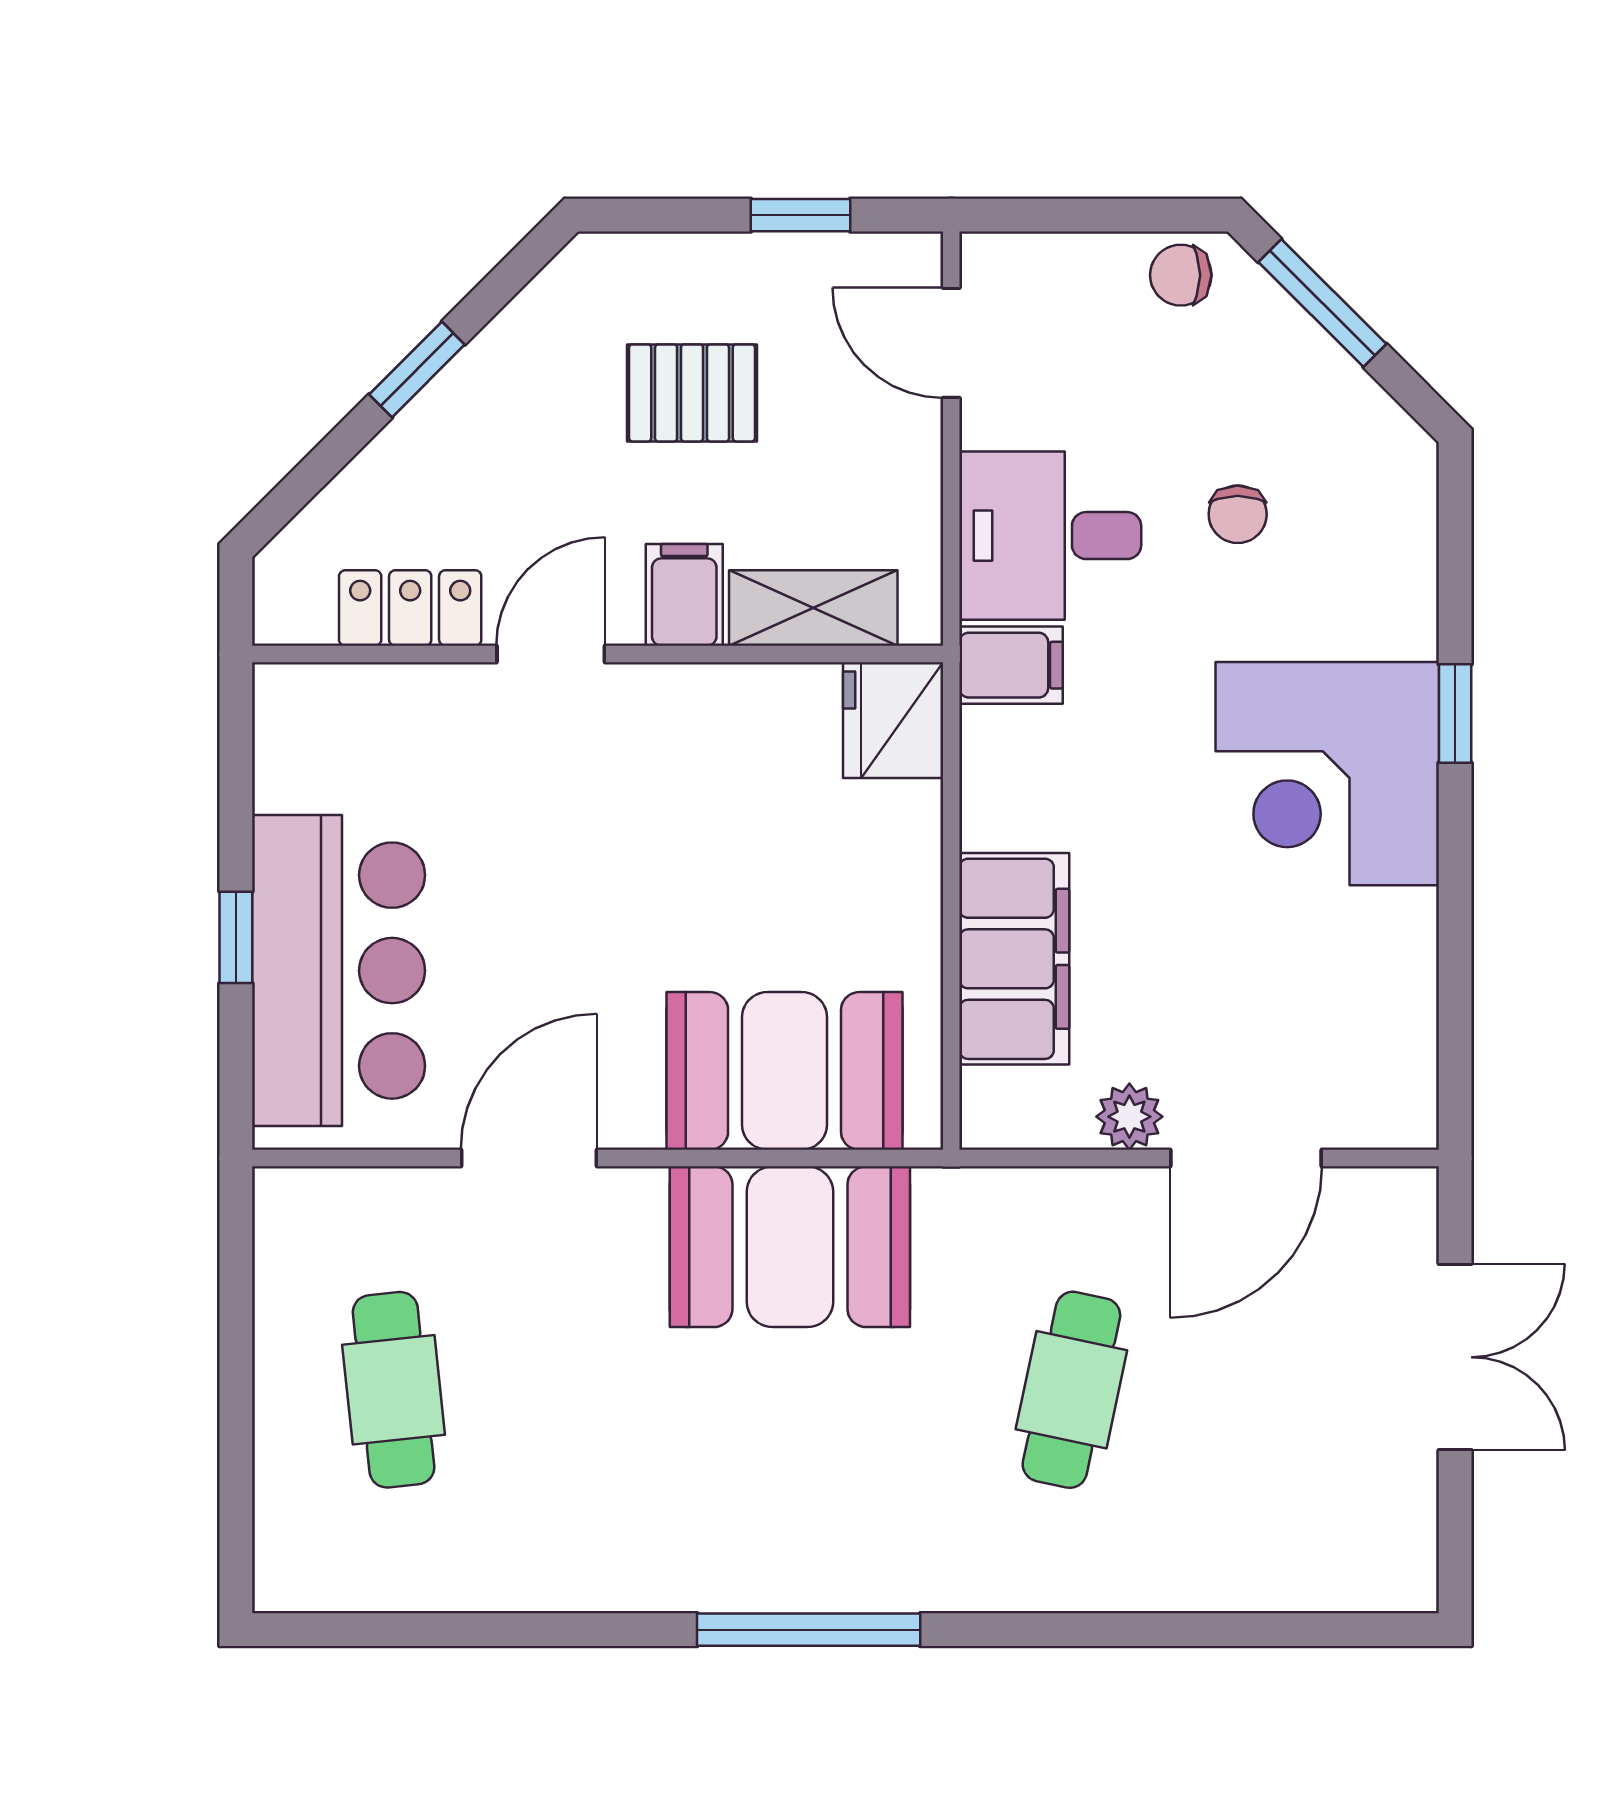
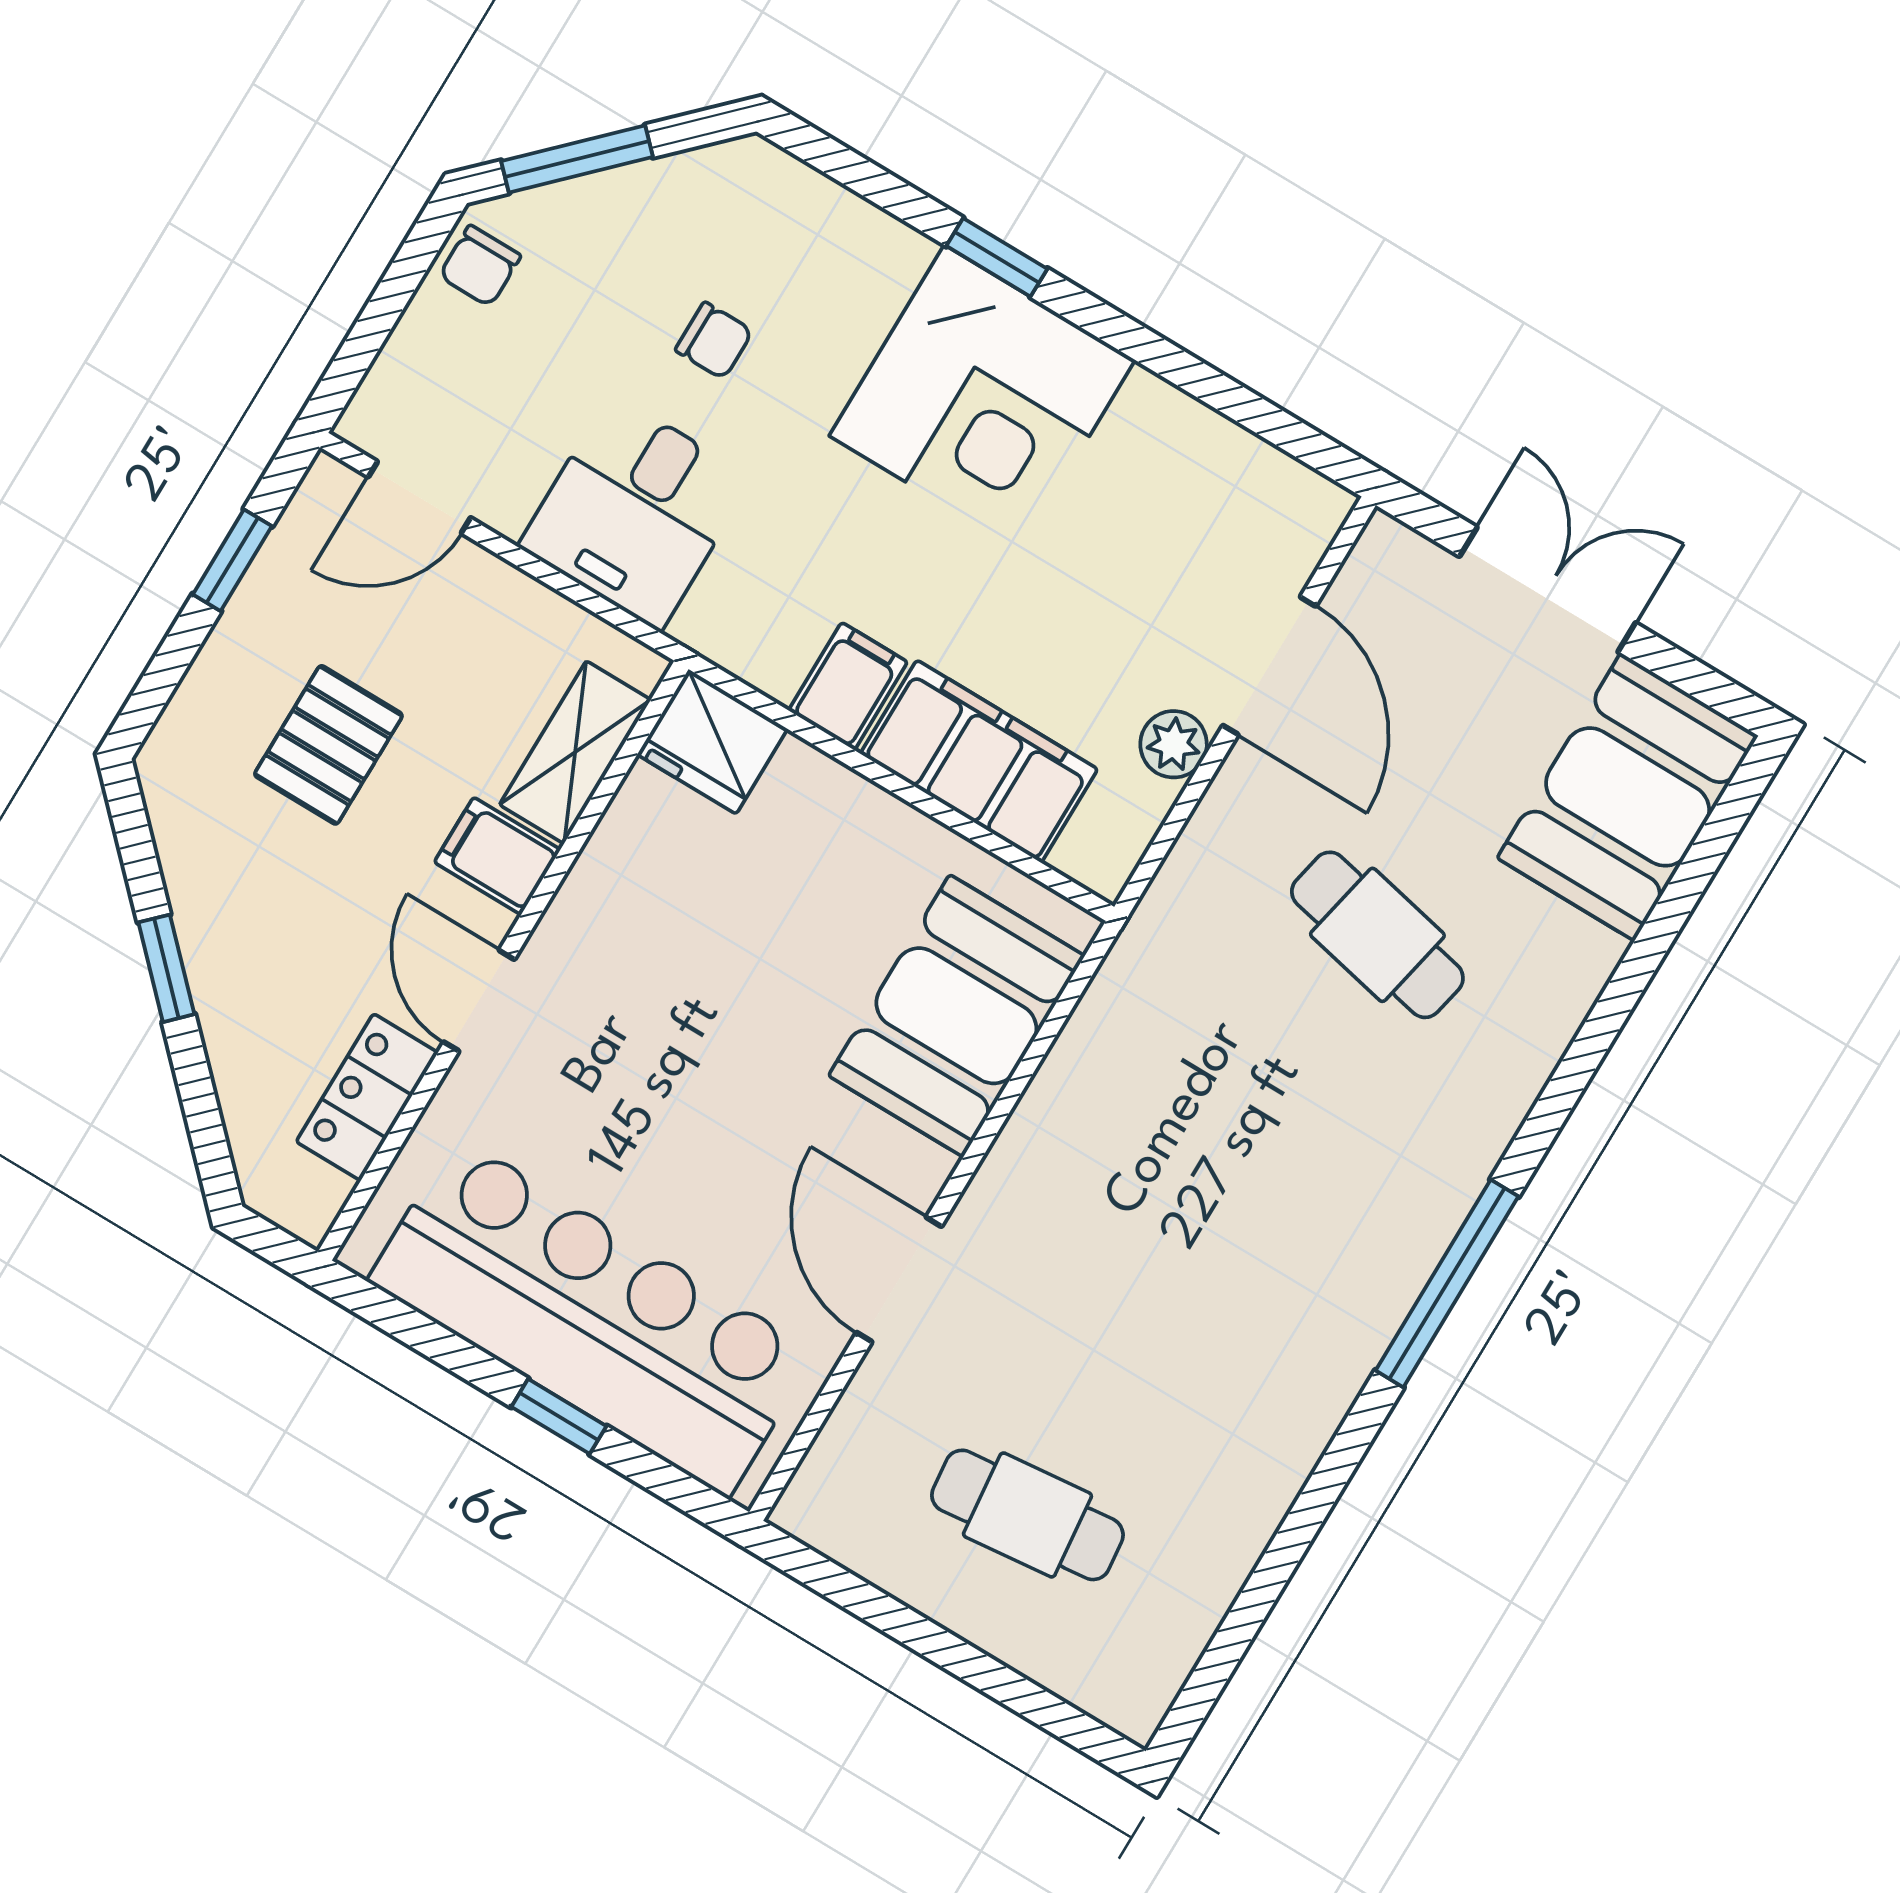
filing cabinet: (1011, 665) -> (848, 686), moved
bar counter: (338, 971) -> (592, 1316), width x1.36
booth: (790, 1247) -> (1628, 797), moved

